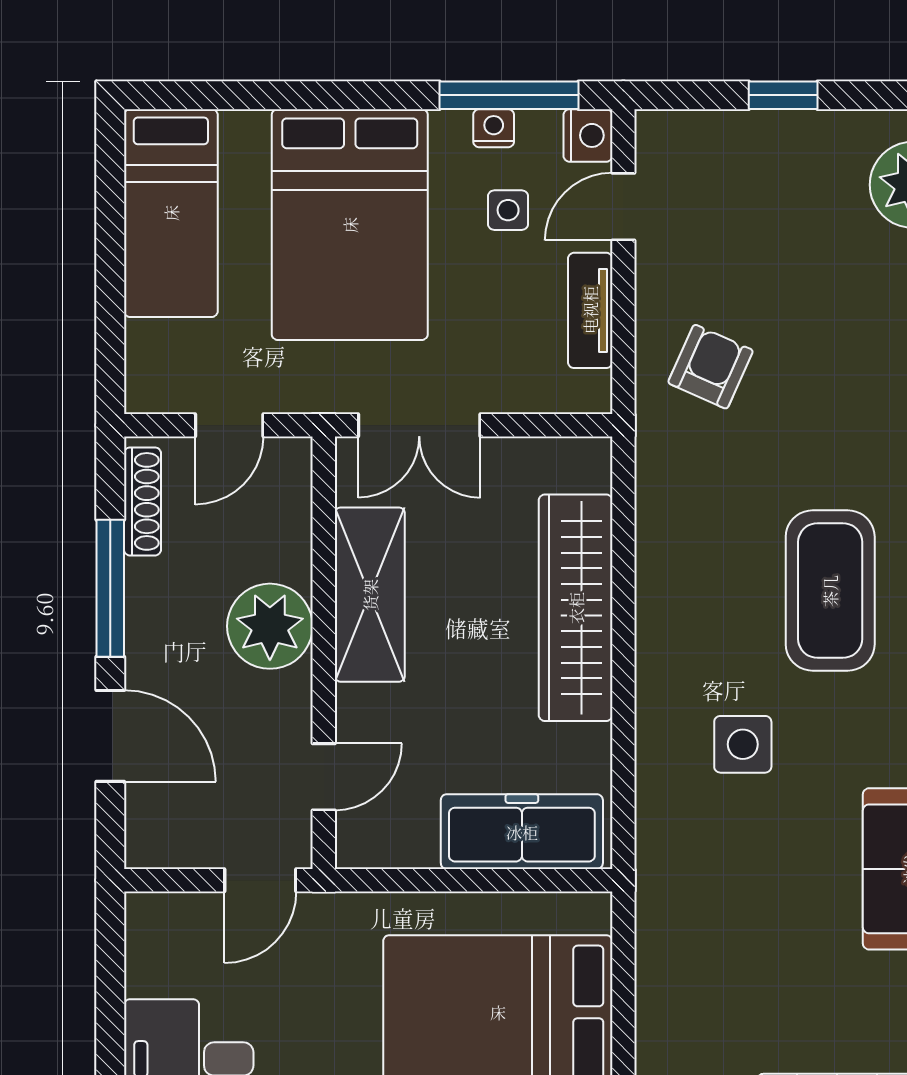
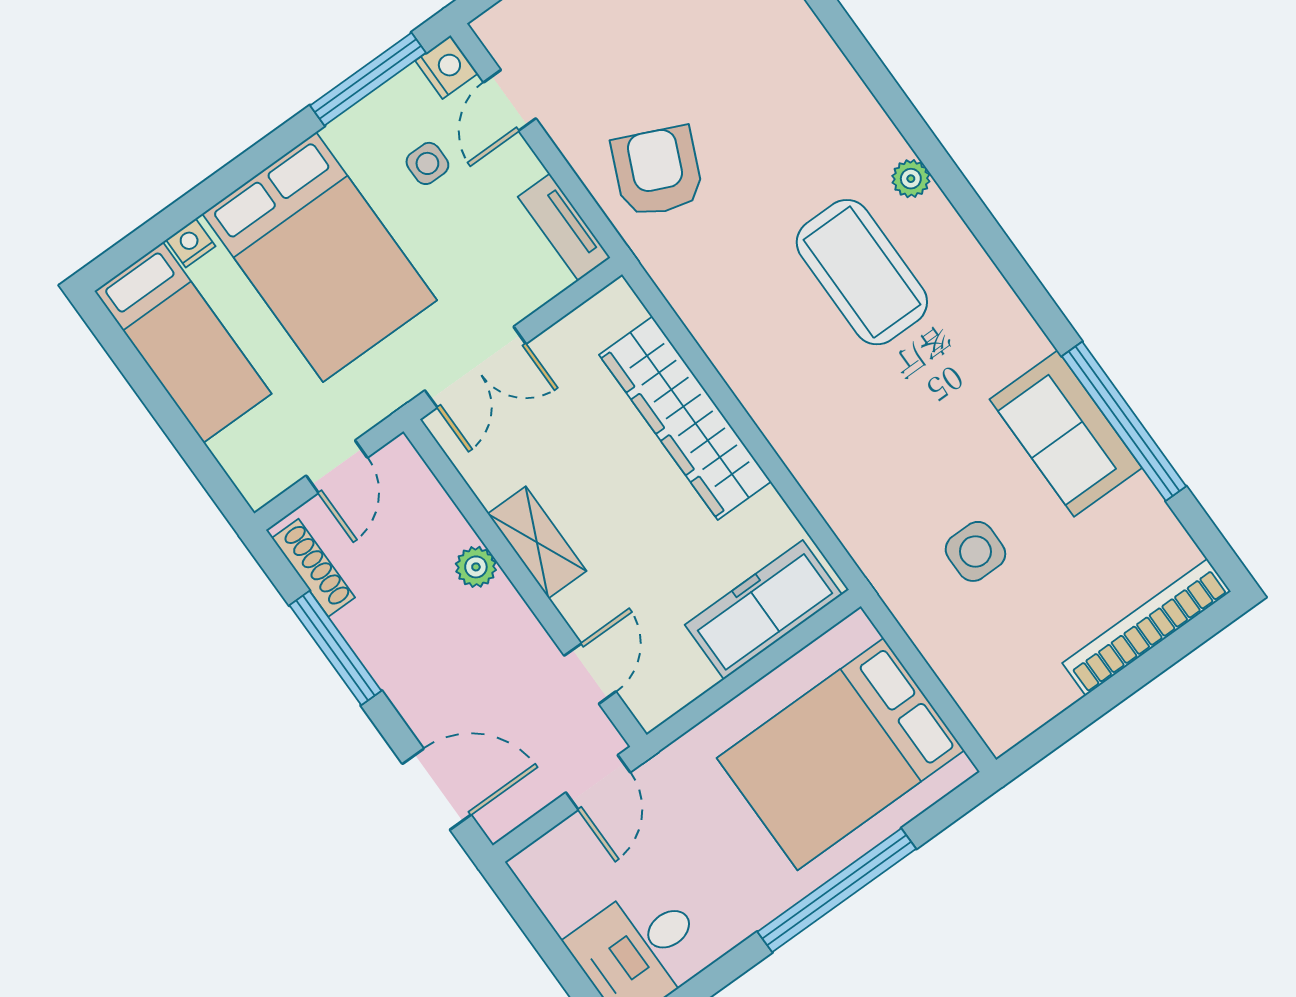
nightstand: (494, 128) -> (191, 243), moved
tv unit: (590, 310) -> (564, 227), moved
armchair: (711, 367) -> (657, 172), width x1.38, depth x1.38
shelving: (370, 595) -> (537, 542), width x0.67, depth x0.75
plant: (270, 626) -> (476, 567), width x0.53, depth x0.53
door: (110, 736) -> (437, 789), moved
side table: (743, 744) -> (975, 551), moved

